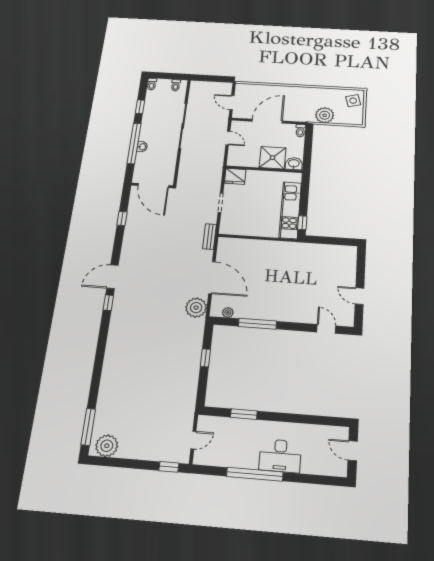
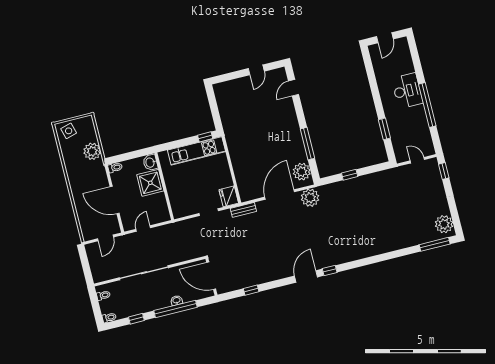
fridge: (235, 176) -> (229, 196), moved, turned 180
door: (153, 185) -> (211, 276), swing flipped
door: (113, 277) -> (306, 276), swing flipped
plant: (228, 312) -> (302, 172), width x1.88, depth x1.88

